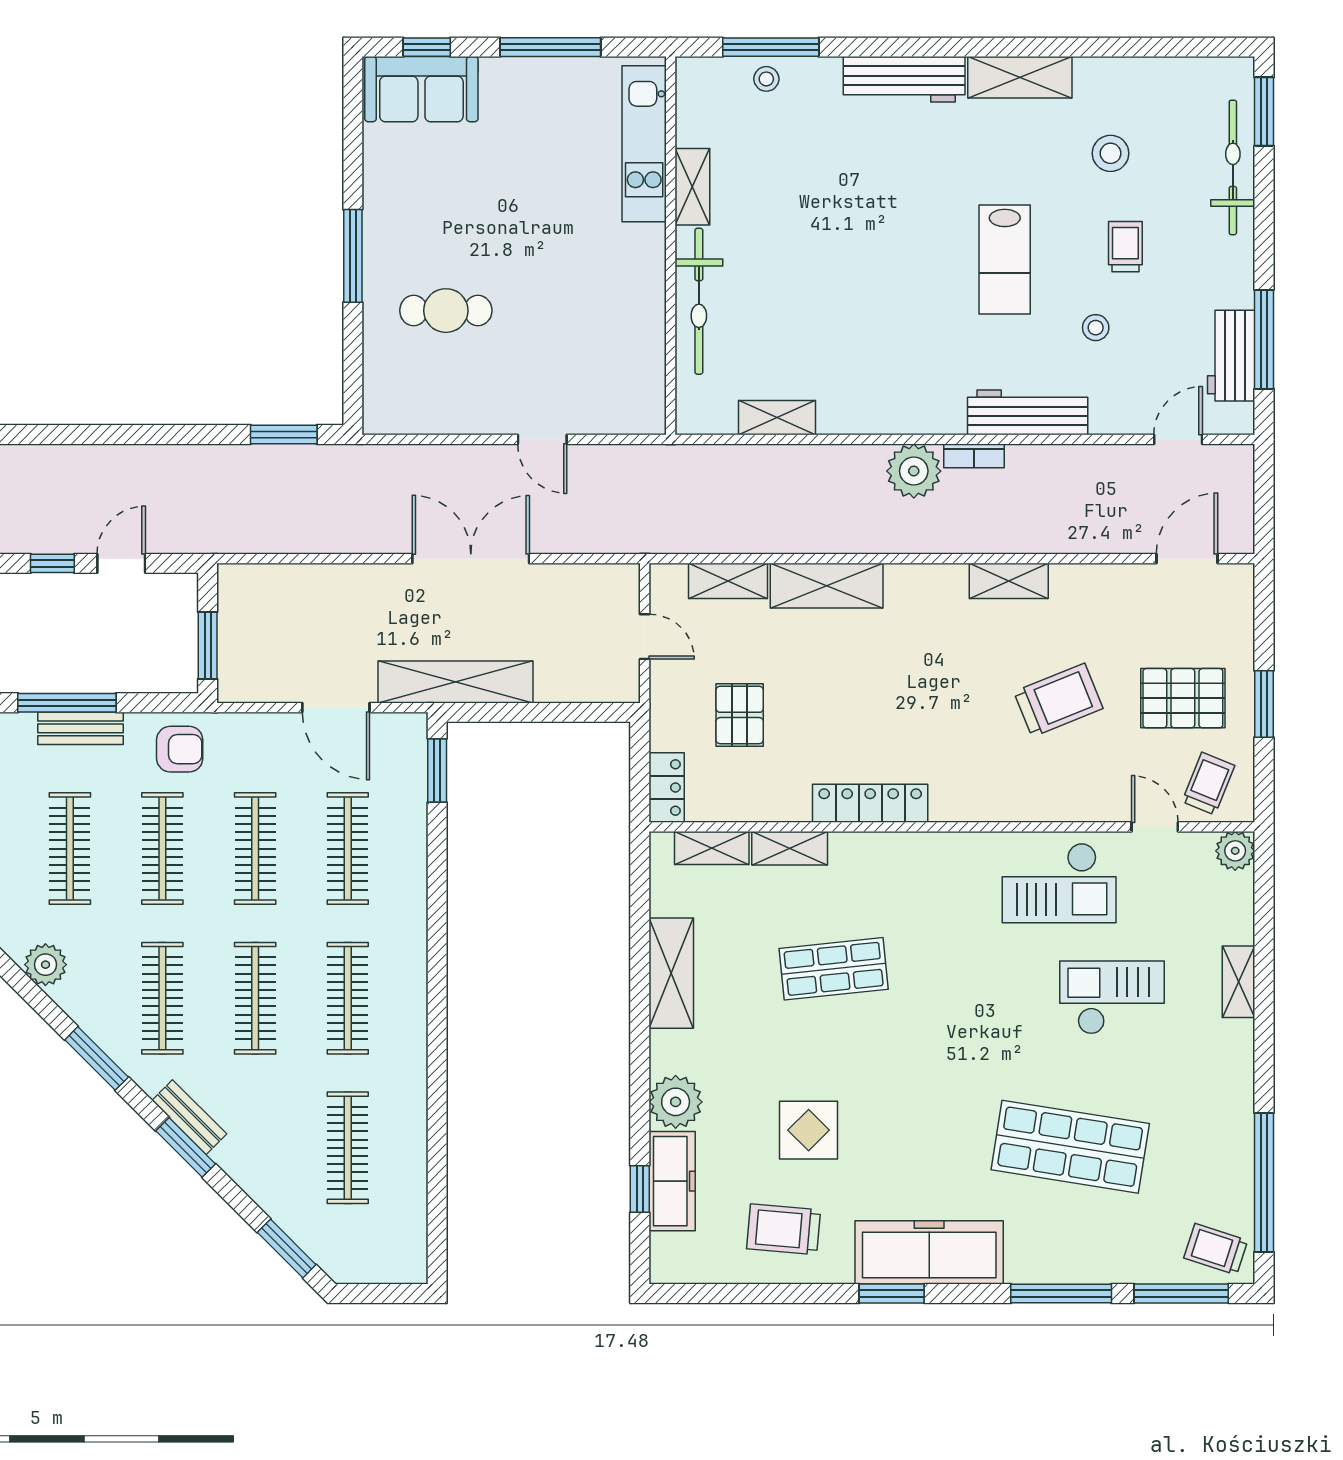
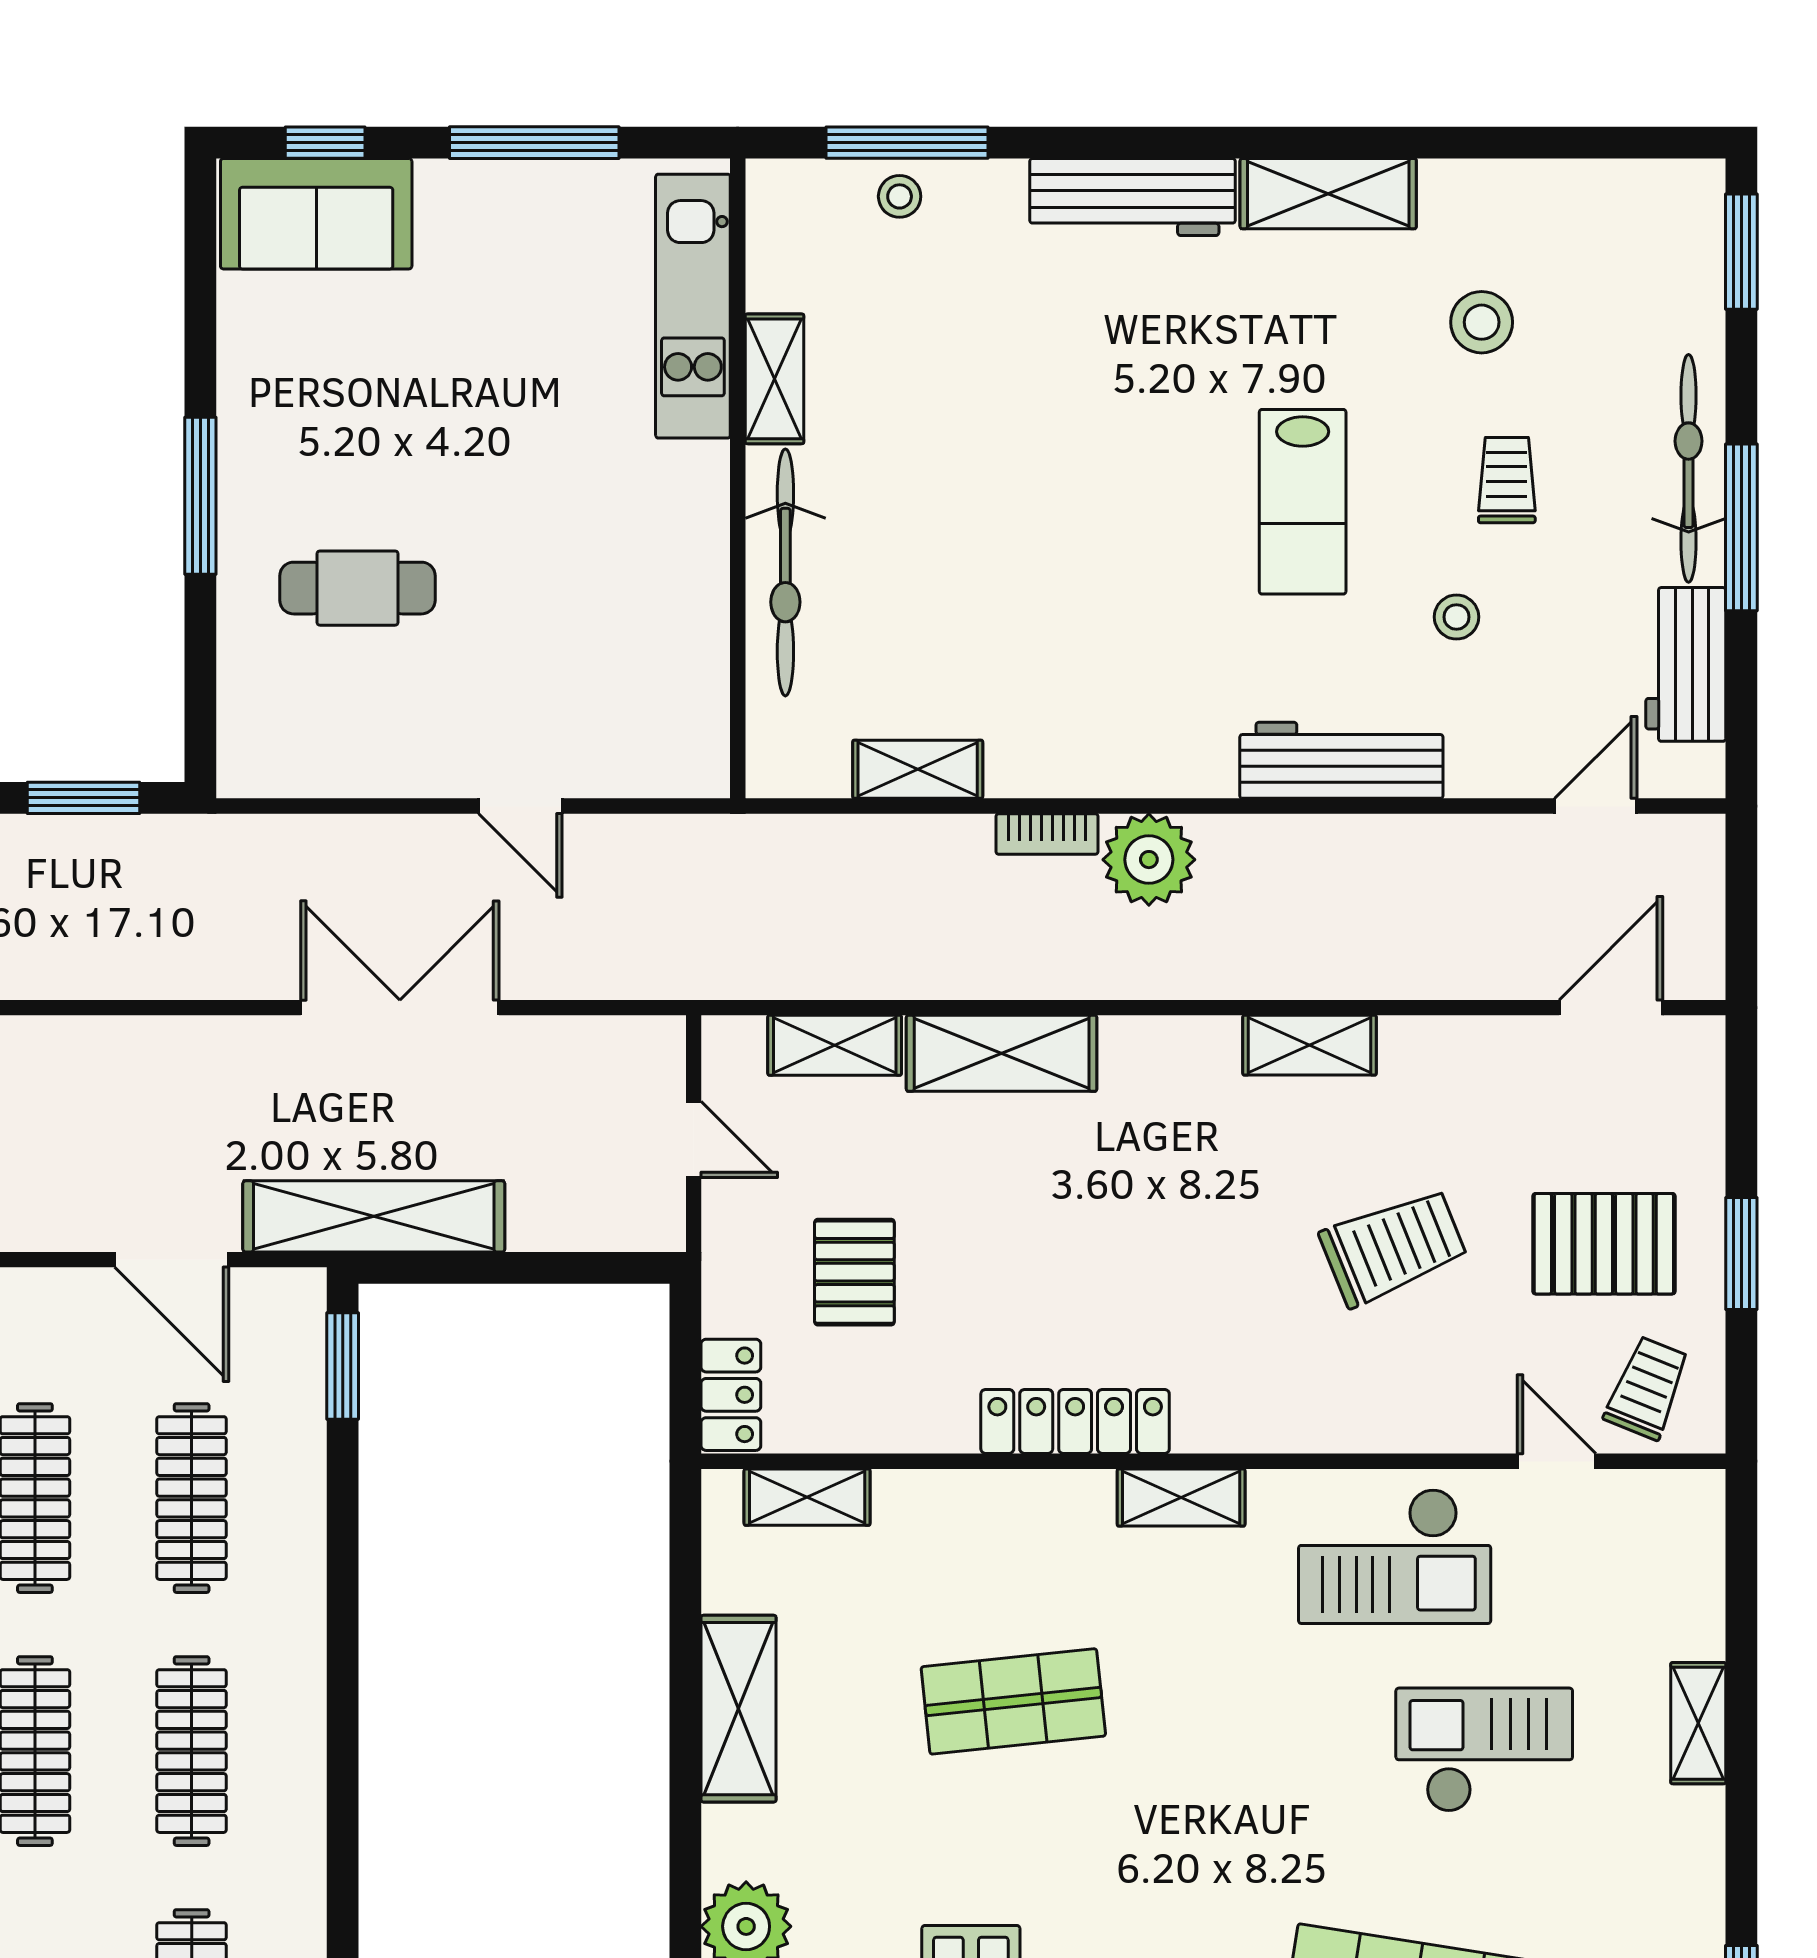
bicycle: (1233, 167) -> (1689, 468), moved
window: (1264, 339) -> (1741, 527), moved
bookcase: (974, 456) -> (1047, 834), moved
shelving: (790, 848) -> (1181, 1497), moved
plant: (1235, 851) -> (1692, 1502), removed

